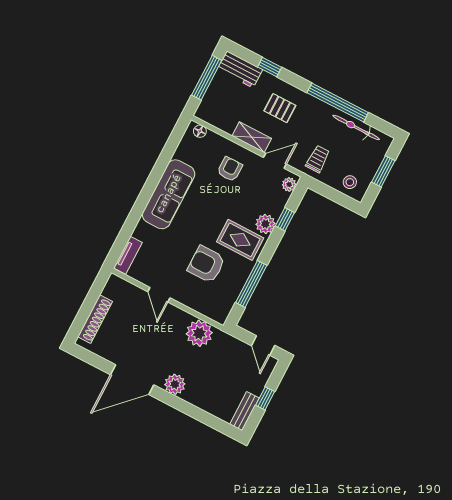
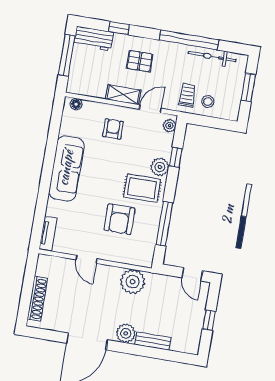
stool: (350, 182) -> (208, 102), moved
armchair: (206, 264) -> (119, 219), turned -90
bench: (244, 411) -> (153, 341), moved, turned 90

